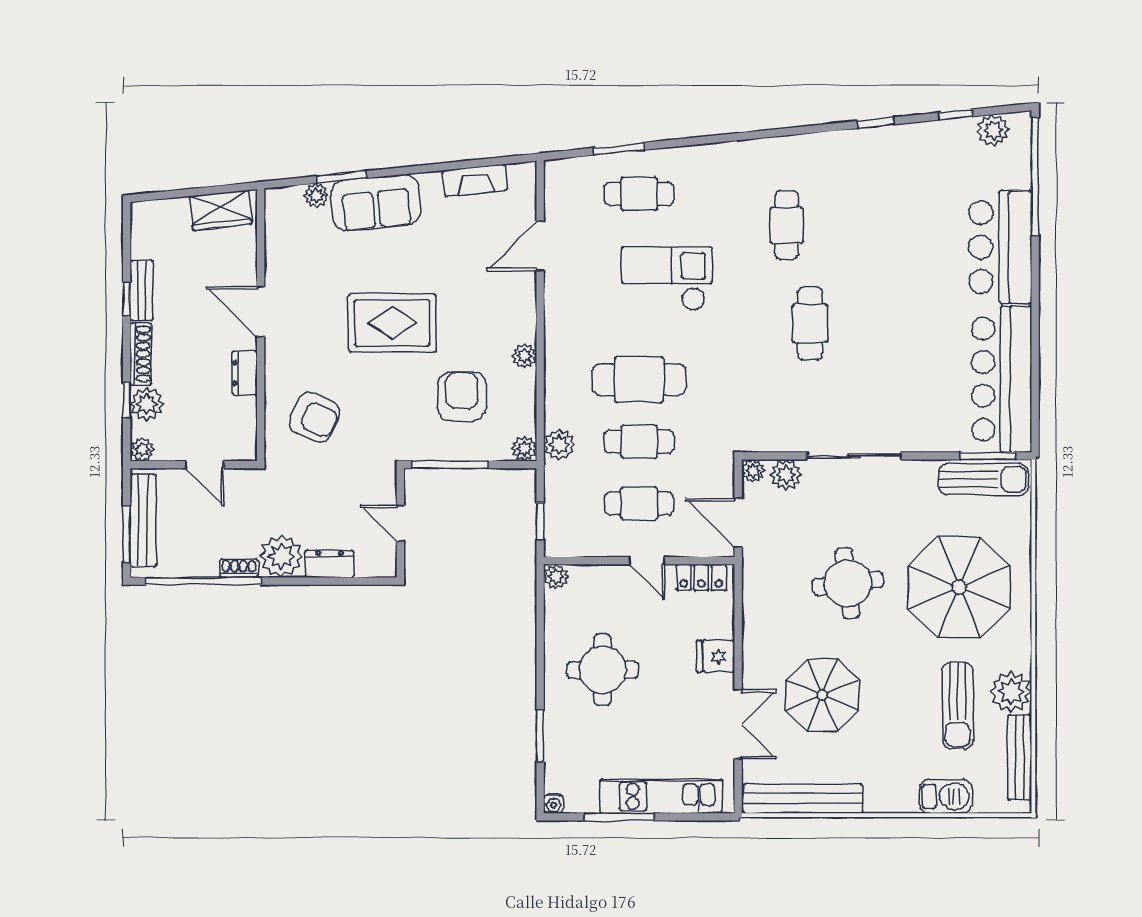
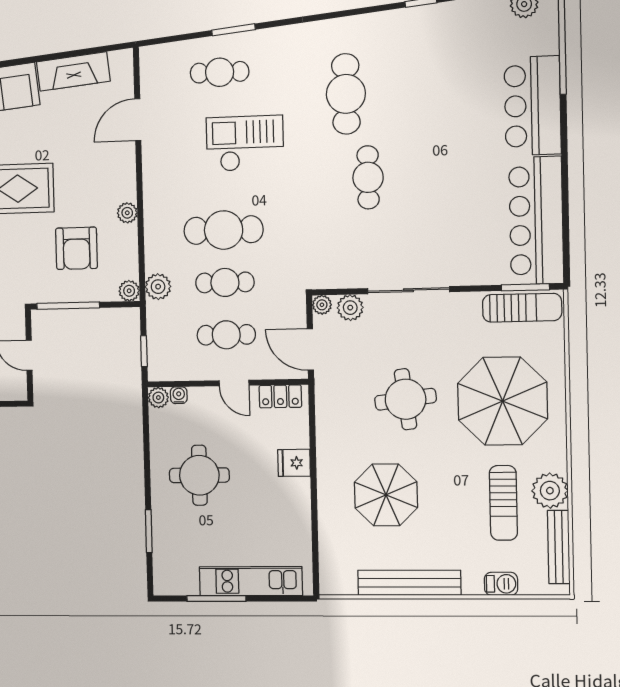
window: (619, 149) -> (234, 30), moved
fireplace: (475, 180) -> (73, 71), width x1.37, depth x1.32
cafe table: (787, 225) -> (346, 94), width x1.37, depth x1.35
armchair: (462, 396) -> (77, 248), turned 180
double door: (738, 724) -> (315, 520), removed
barbecue: (946, 796) -> (501, 584), width x0.73, depth x0.79
bench: (803, 799) -> (409, 583), moved
water cooler: (553, 804) -> (179, 395), moved, turned 180

